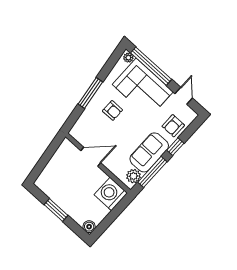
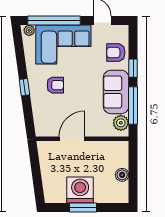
window: (90, 93) -> (24, 87), width x0.46
armchair: (173, 126) -> (116, 53), turned 90
washing machine: (111, 194) -> (80, 190), moved, turned 90
boiler: (89, 227) -> (122, 175), moved

